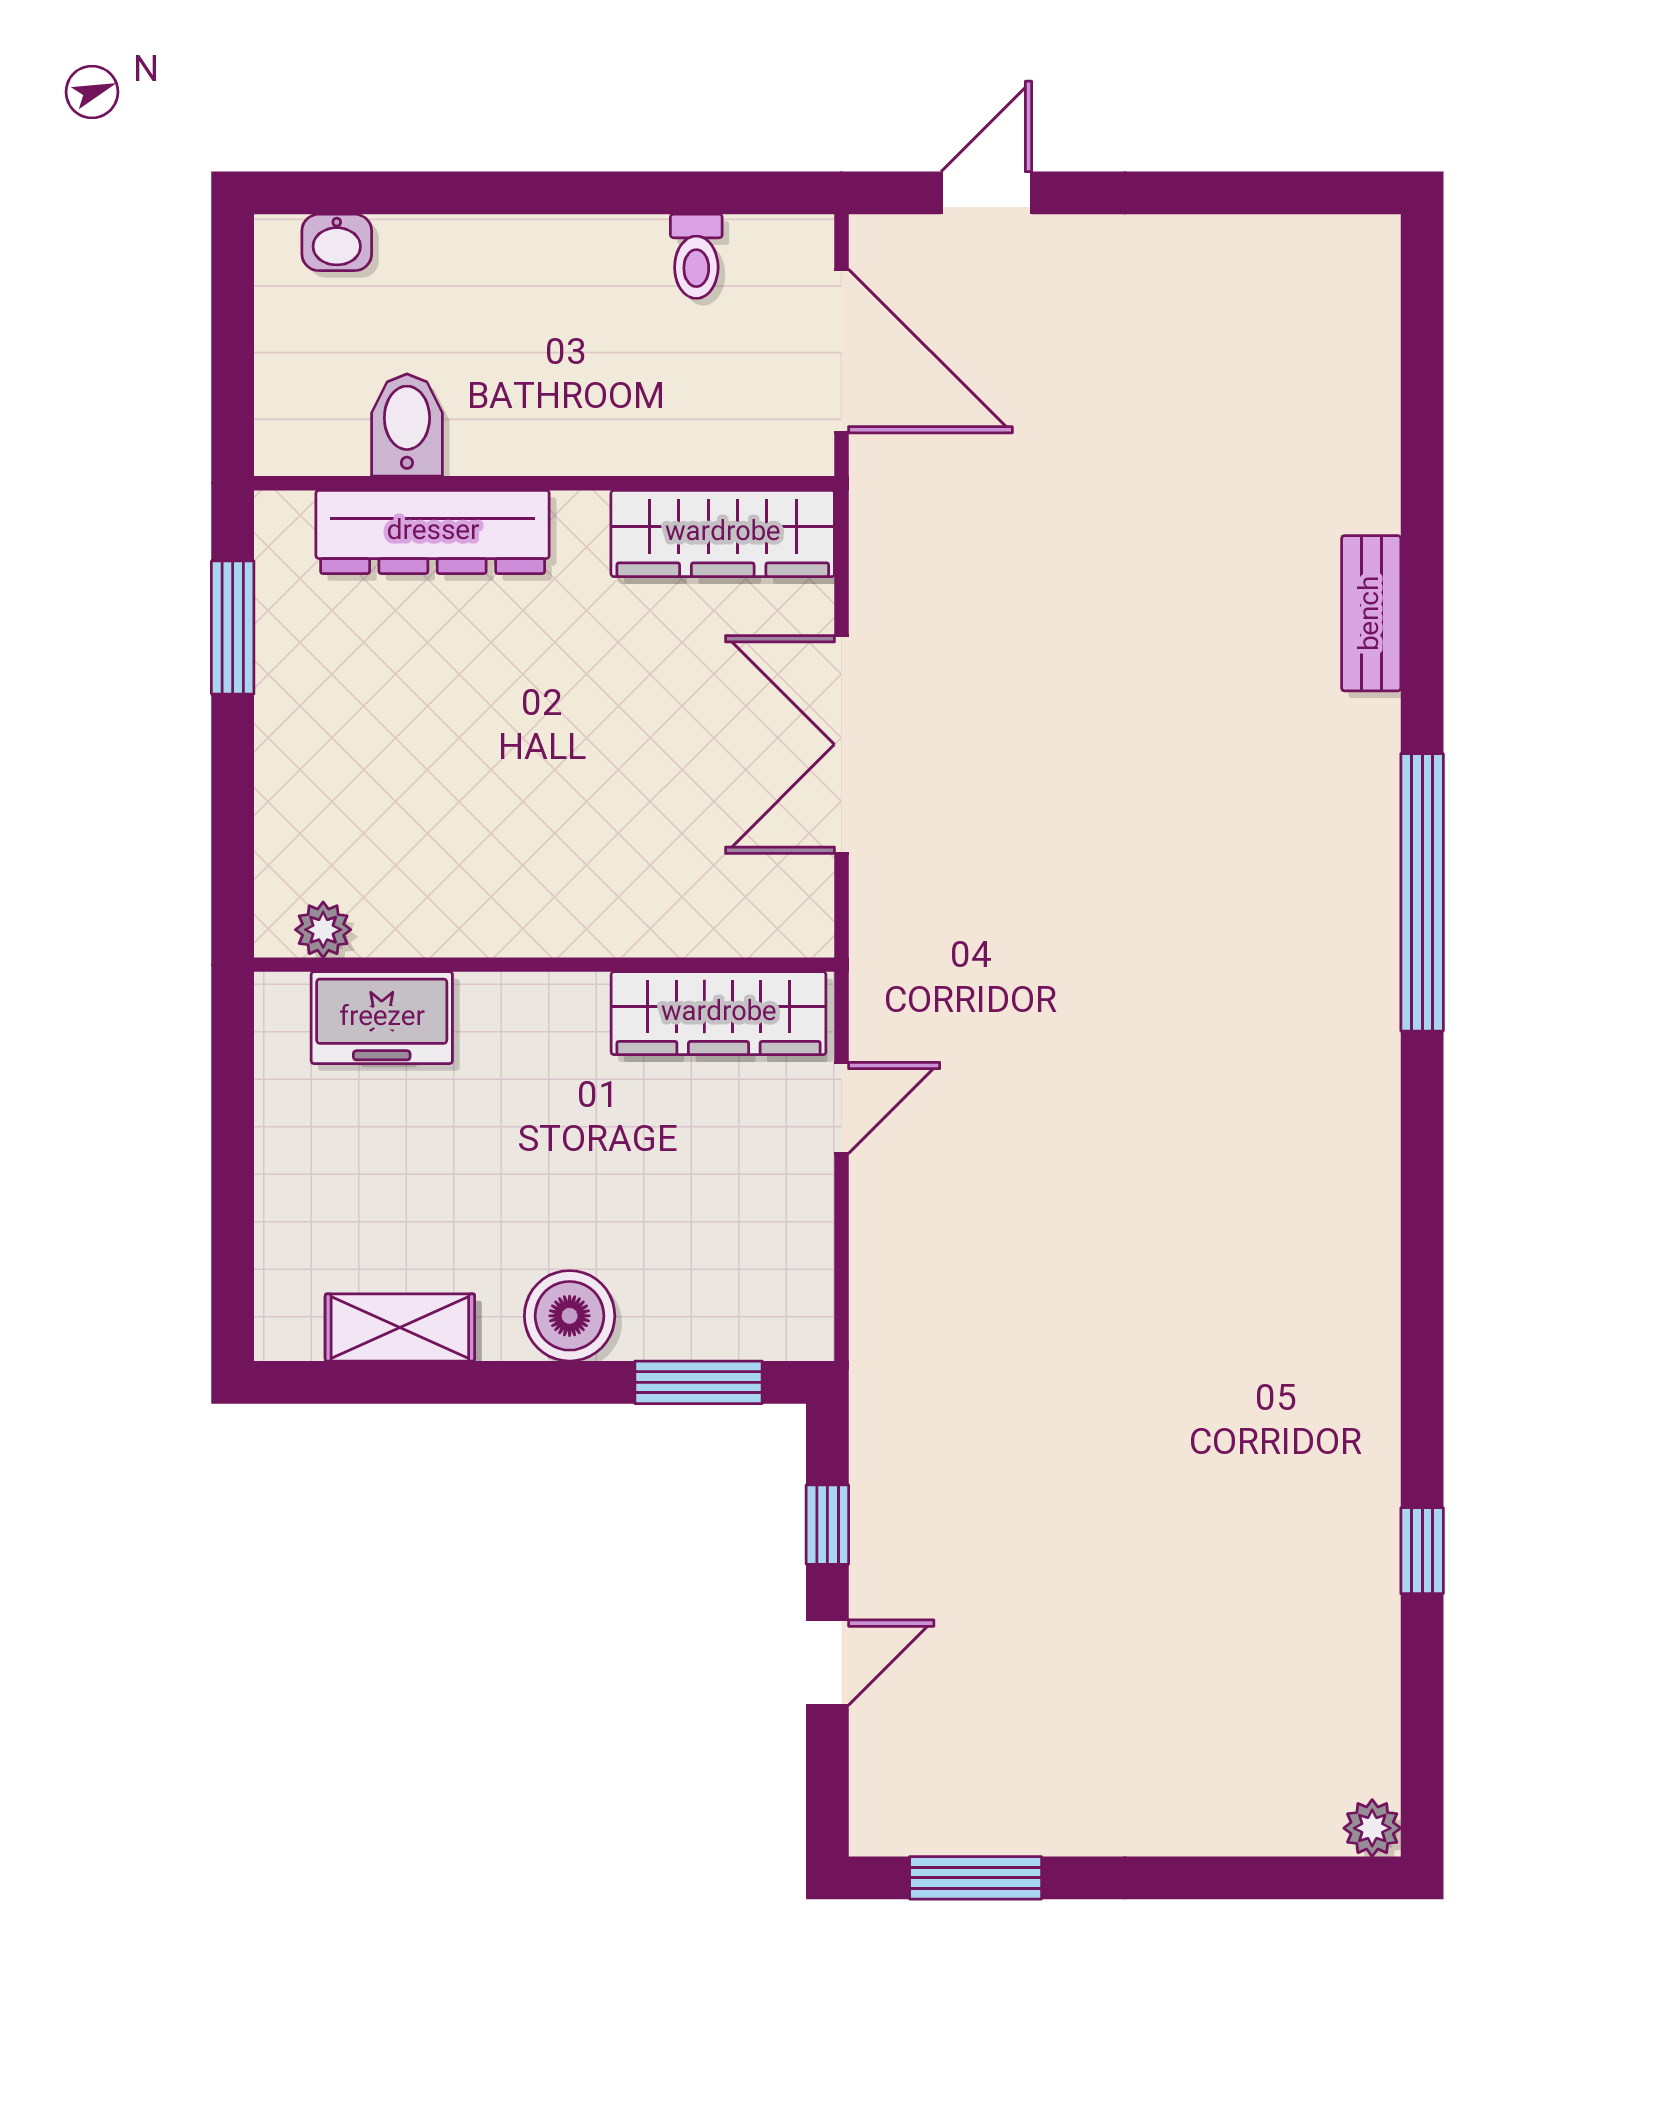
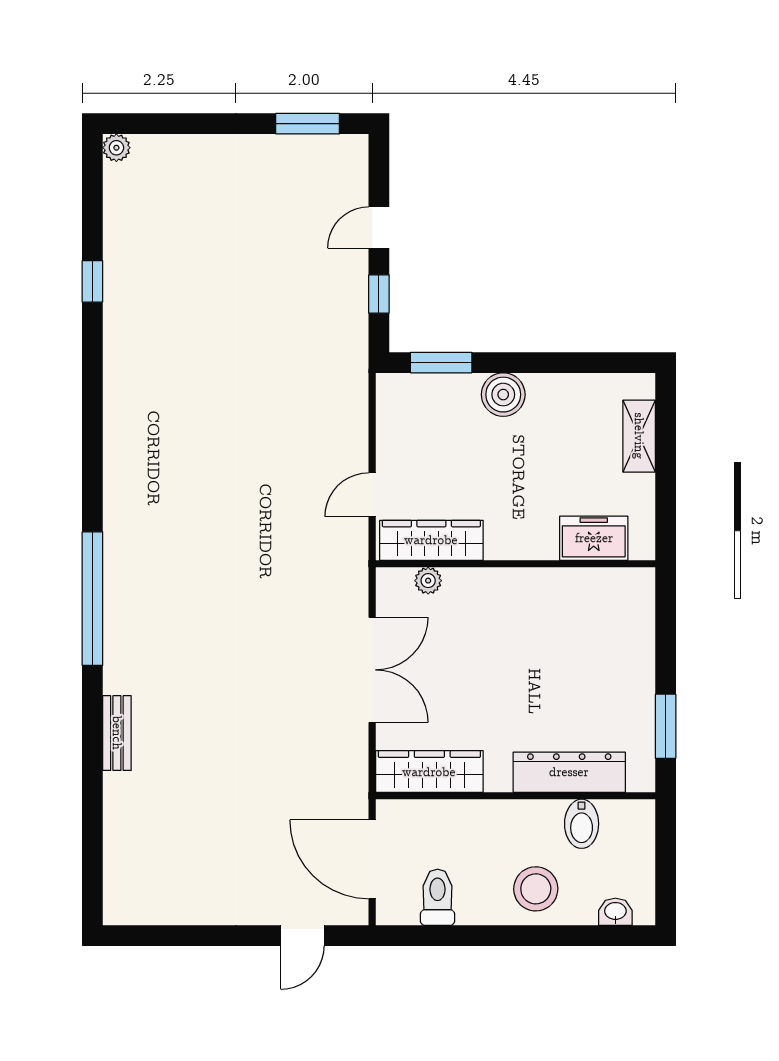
toilet: (696, 256) -> (438, 897), width x1.37, depth x1.39
stool: (502, 290) -> (536, 889), added
plant: (323, 930) -> (428, 581), moved
shelving: (400, 1327) -> (639, 436), moved, turned 90

